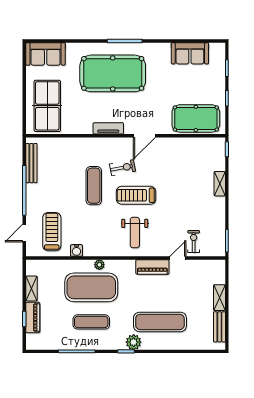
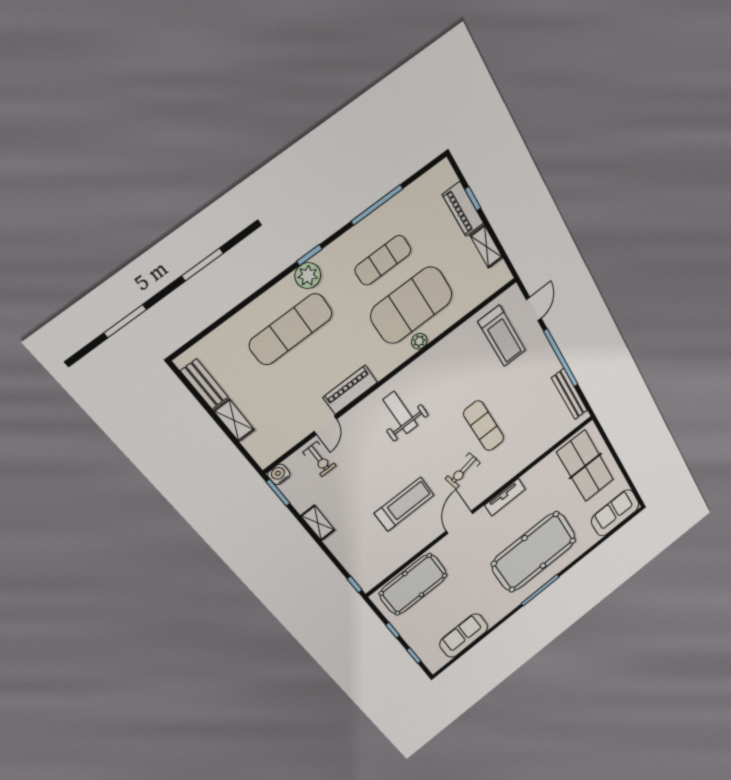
shelving: (220, 184) -> (318, 523), moved
treadmill: (136, 195) -> (404, 504), moved
water cooler: (76, 250) -> (279, 474), moved

